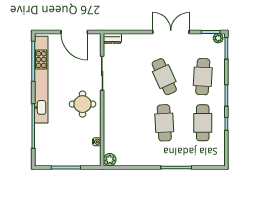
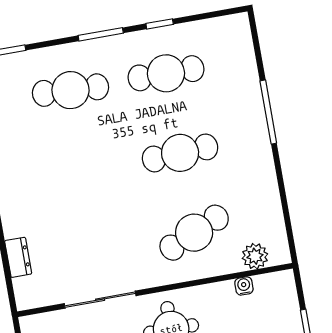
dresser: (112, 38) -> (18, 257), moved
cafe table: (164, 77) -> (194, 233), moved
plant: (110, 160) -> (255, 256), moved

